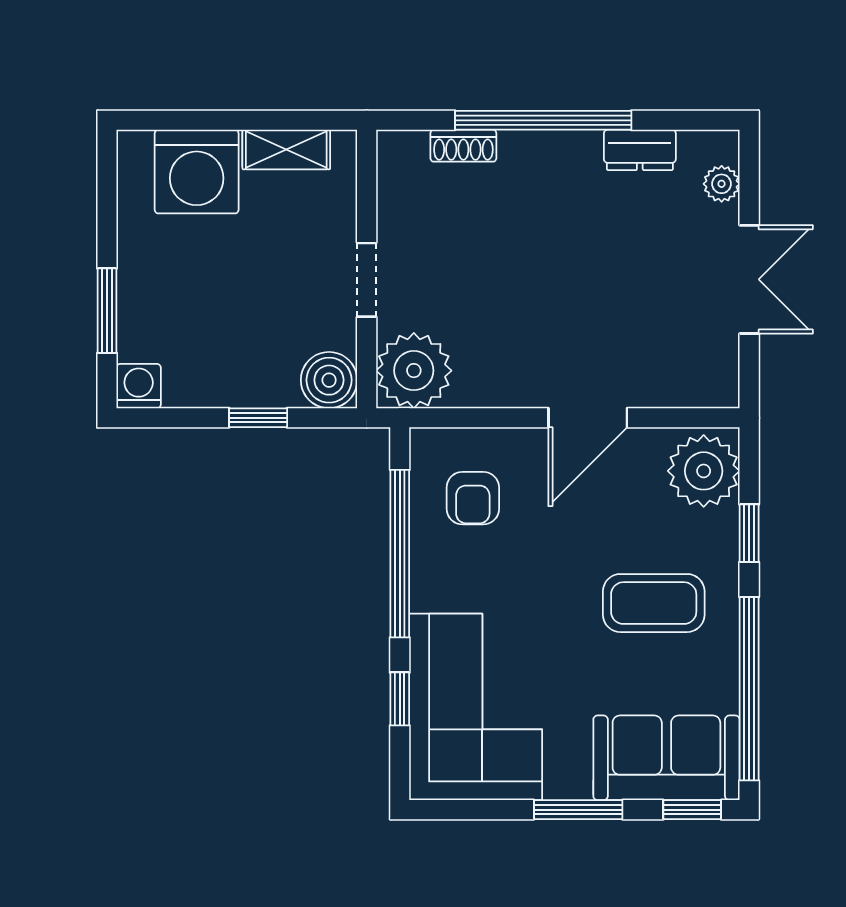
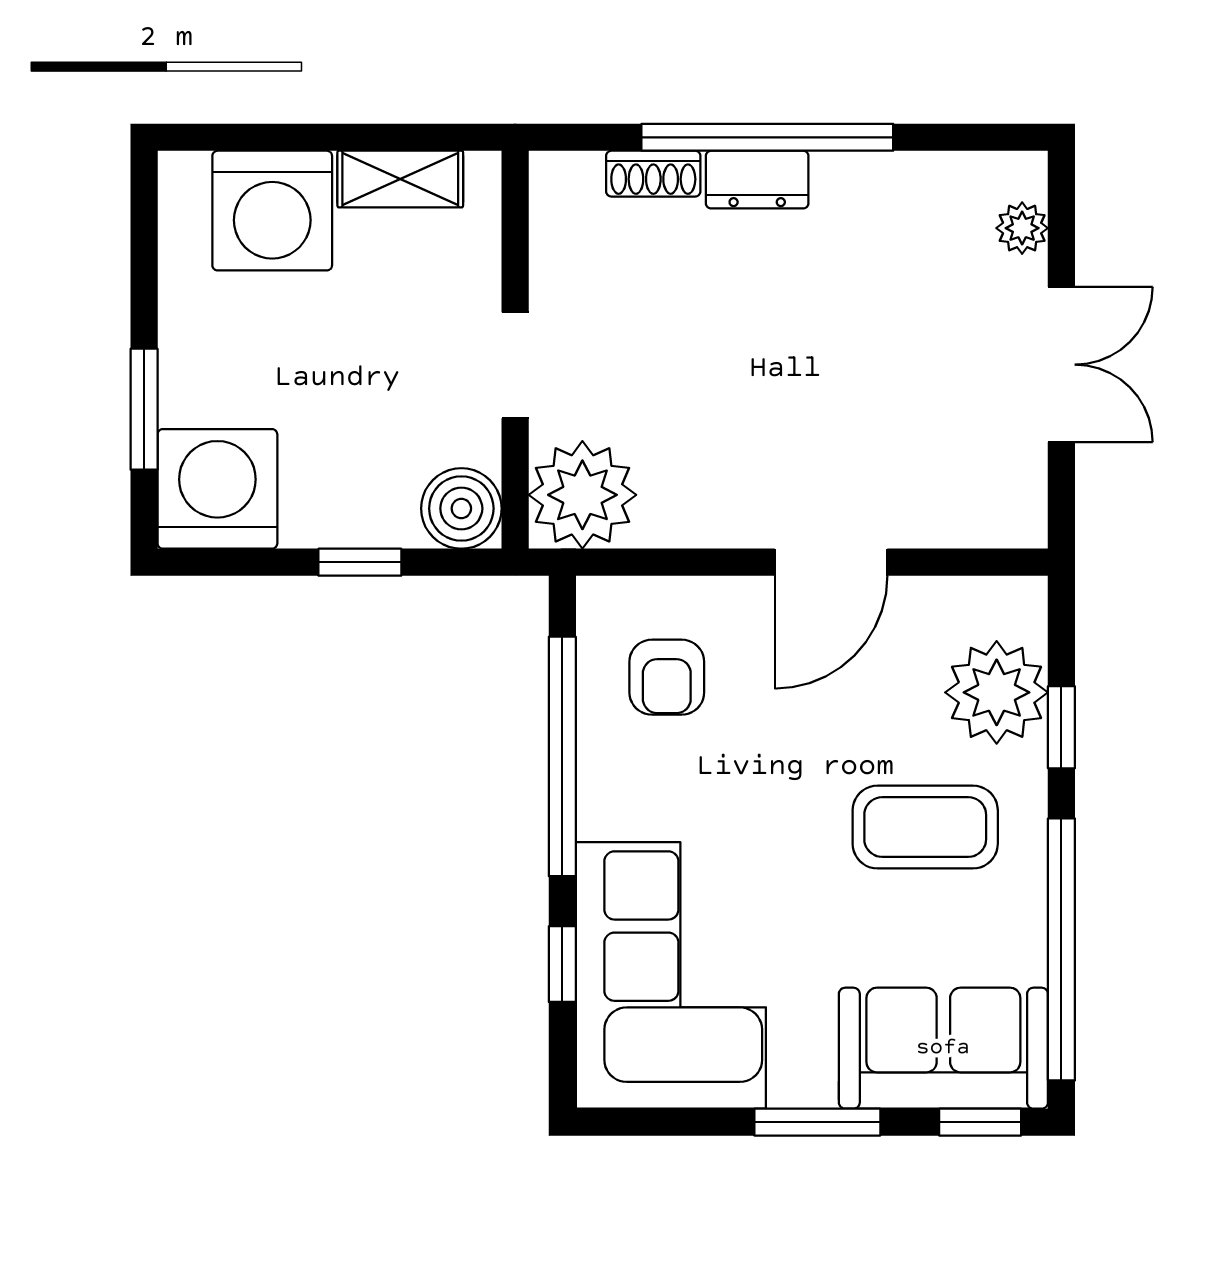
dresser: (640, 150) -> (757, 180), moved
washing machine: (139, 386) -> (217, 489), width x1.89, depth x1.89
plant: (704, 471) -> (997, 692), moved

